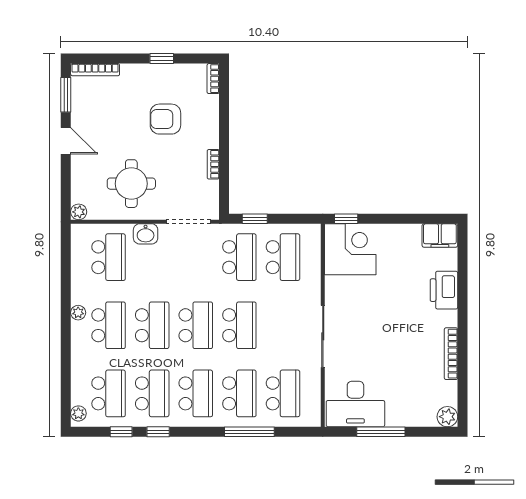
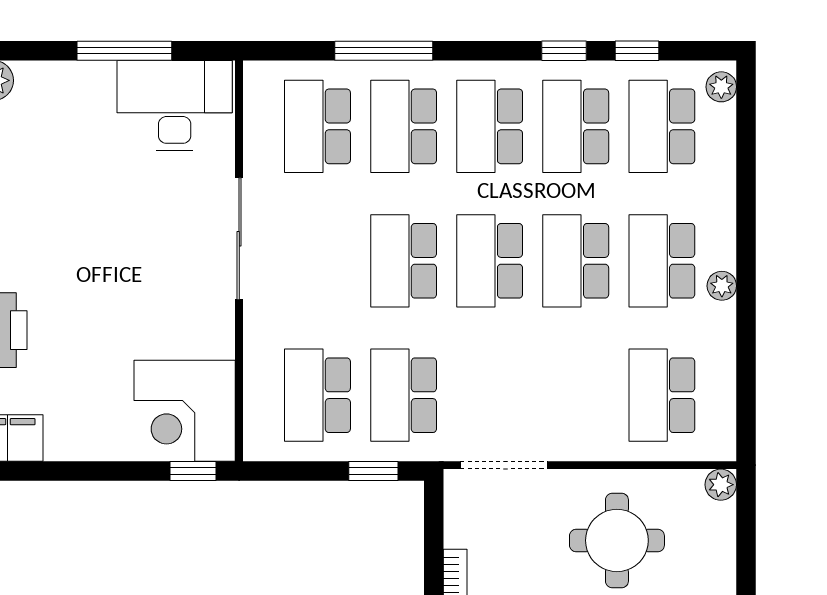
washbasin: (146, 234) -> (589, 441), removed

